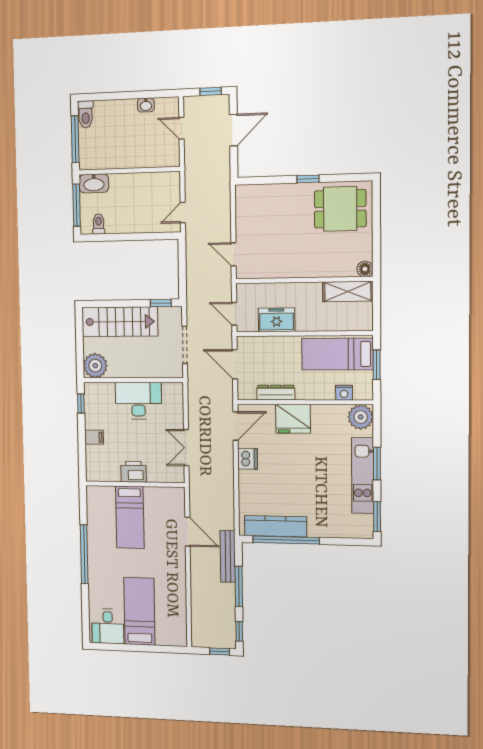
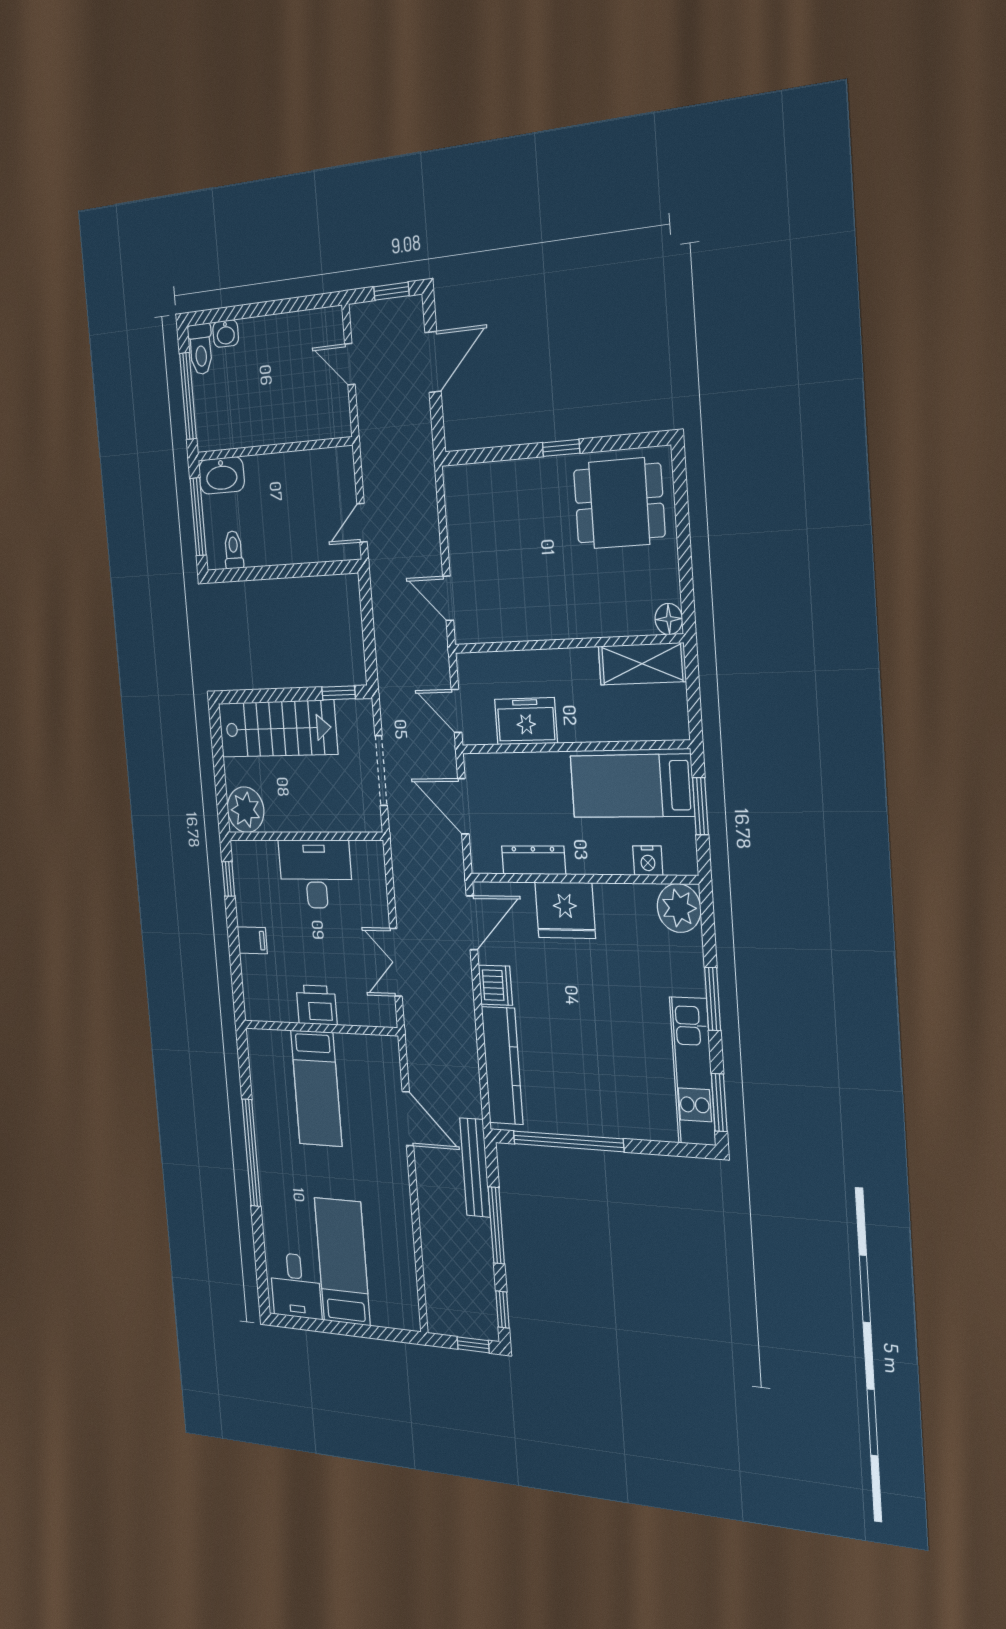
washbasin: (146, 105) -> (226, 334), moved
kitchen unit: (363, 475) -> (693, 1071), moved
kitchen counter: (276, 526) -> (502, 1066), moved, turned 90

